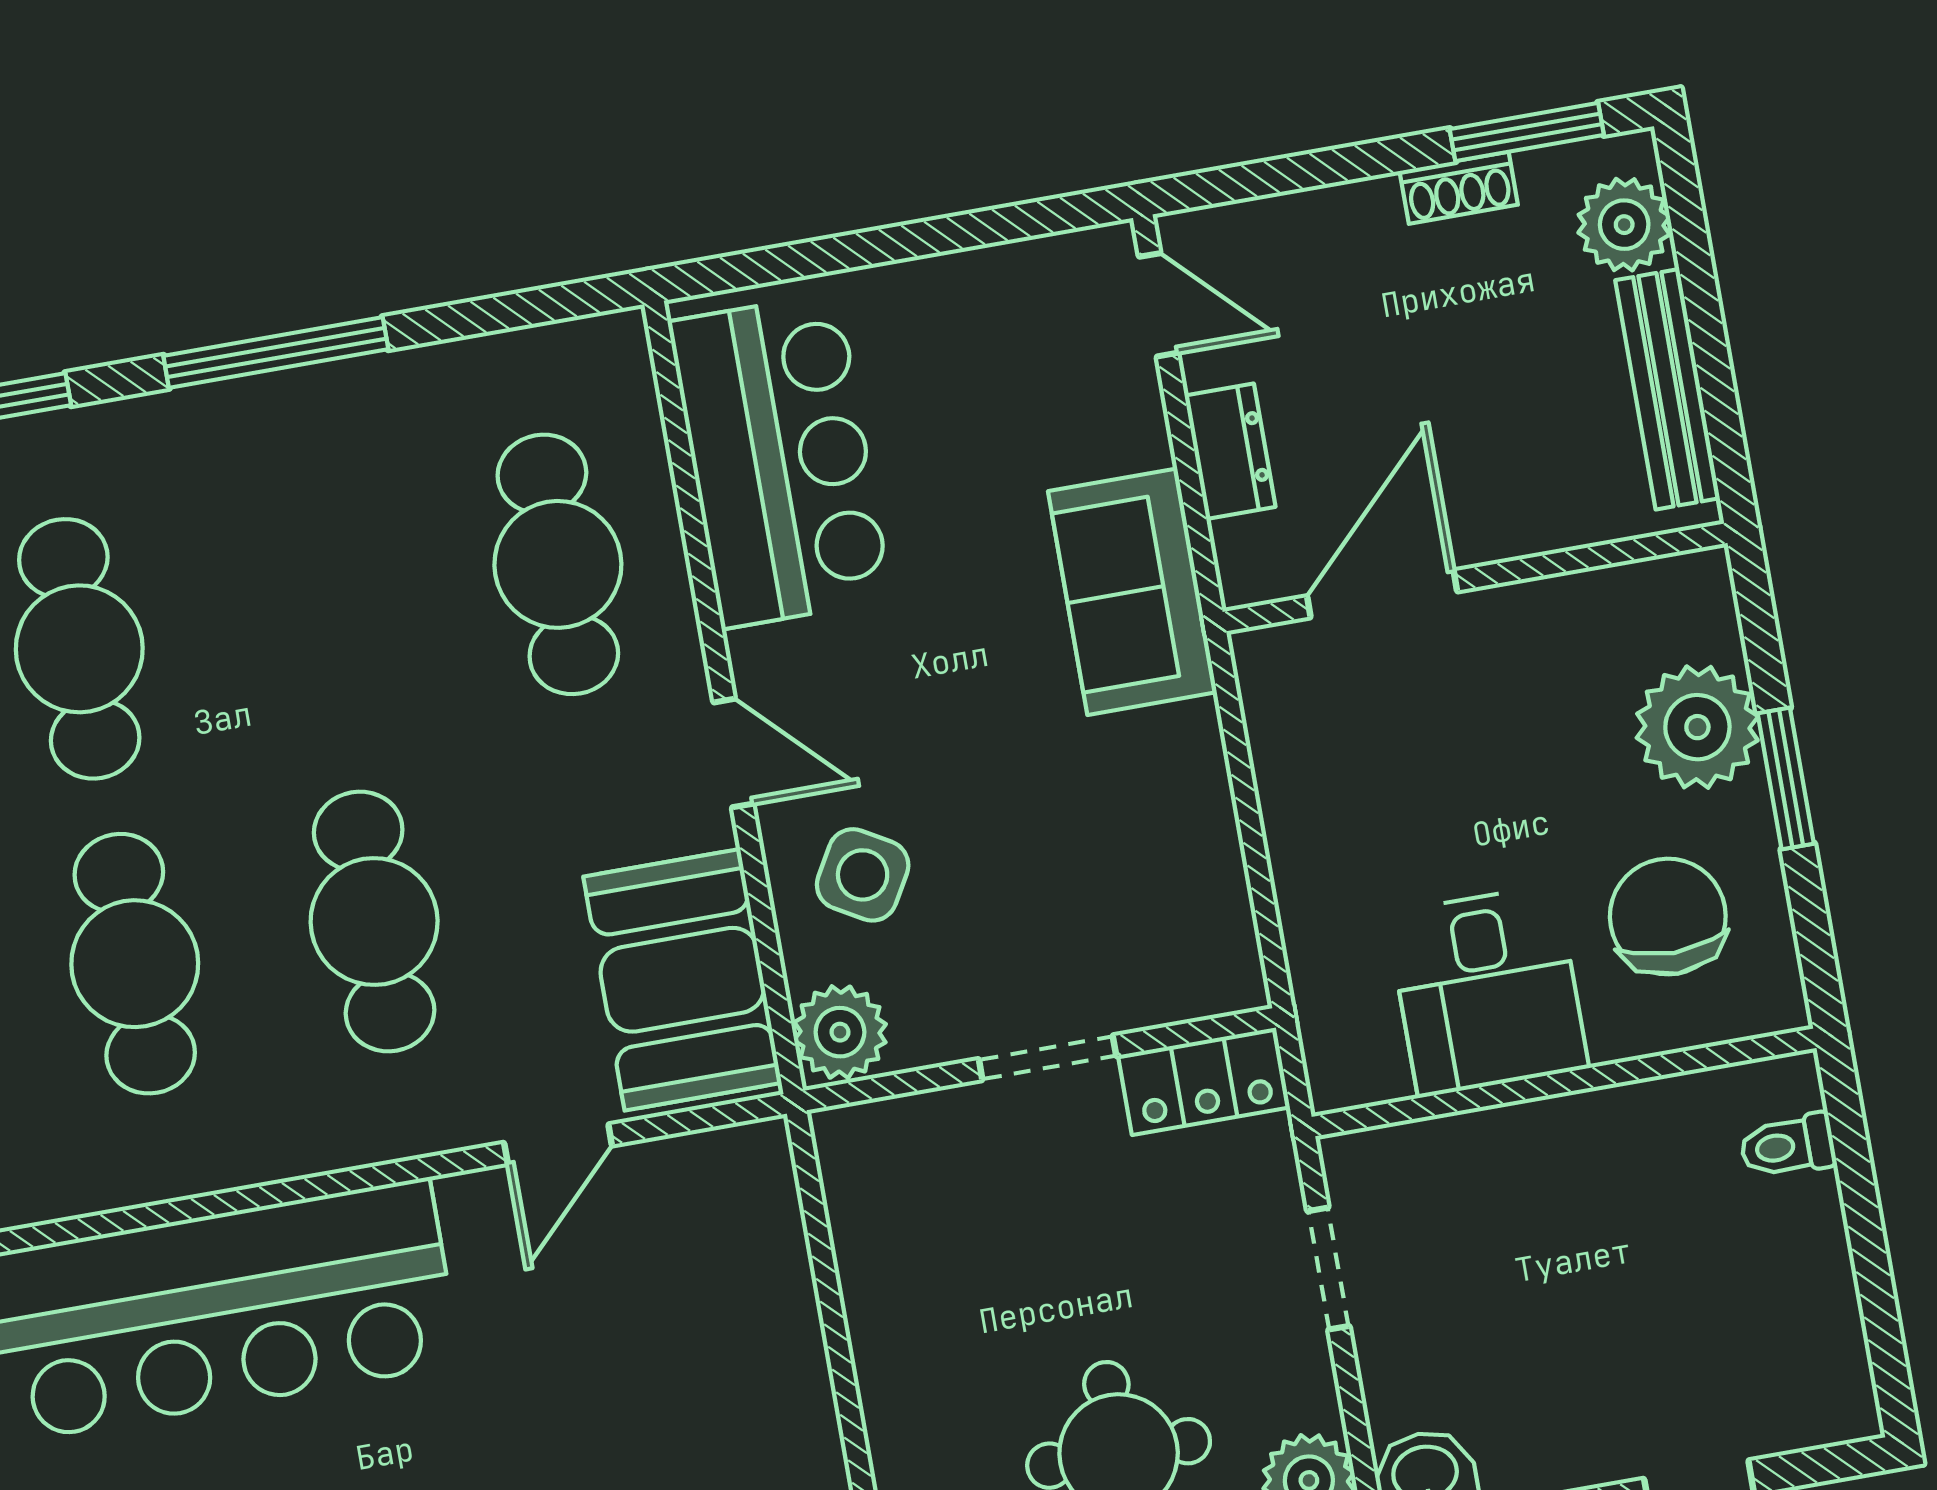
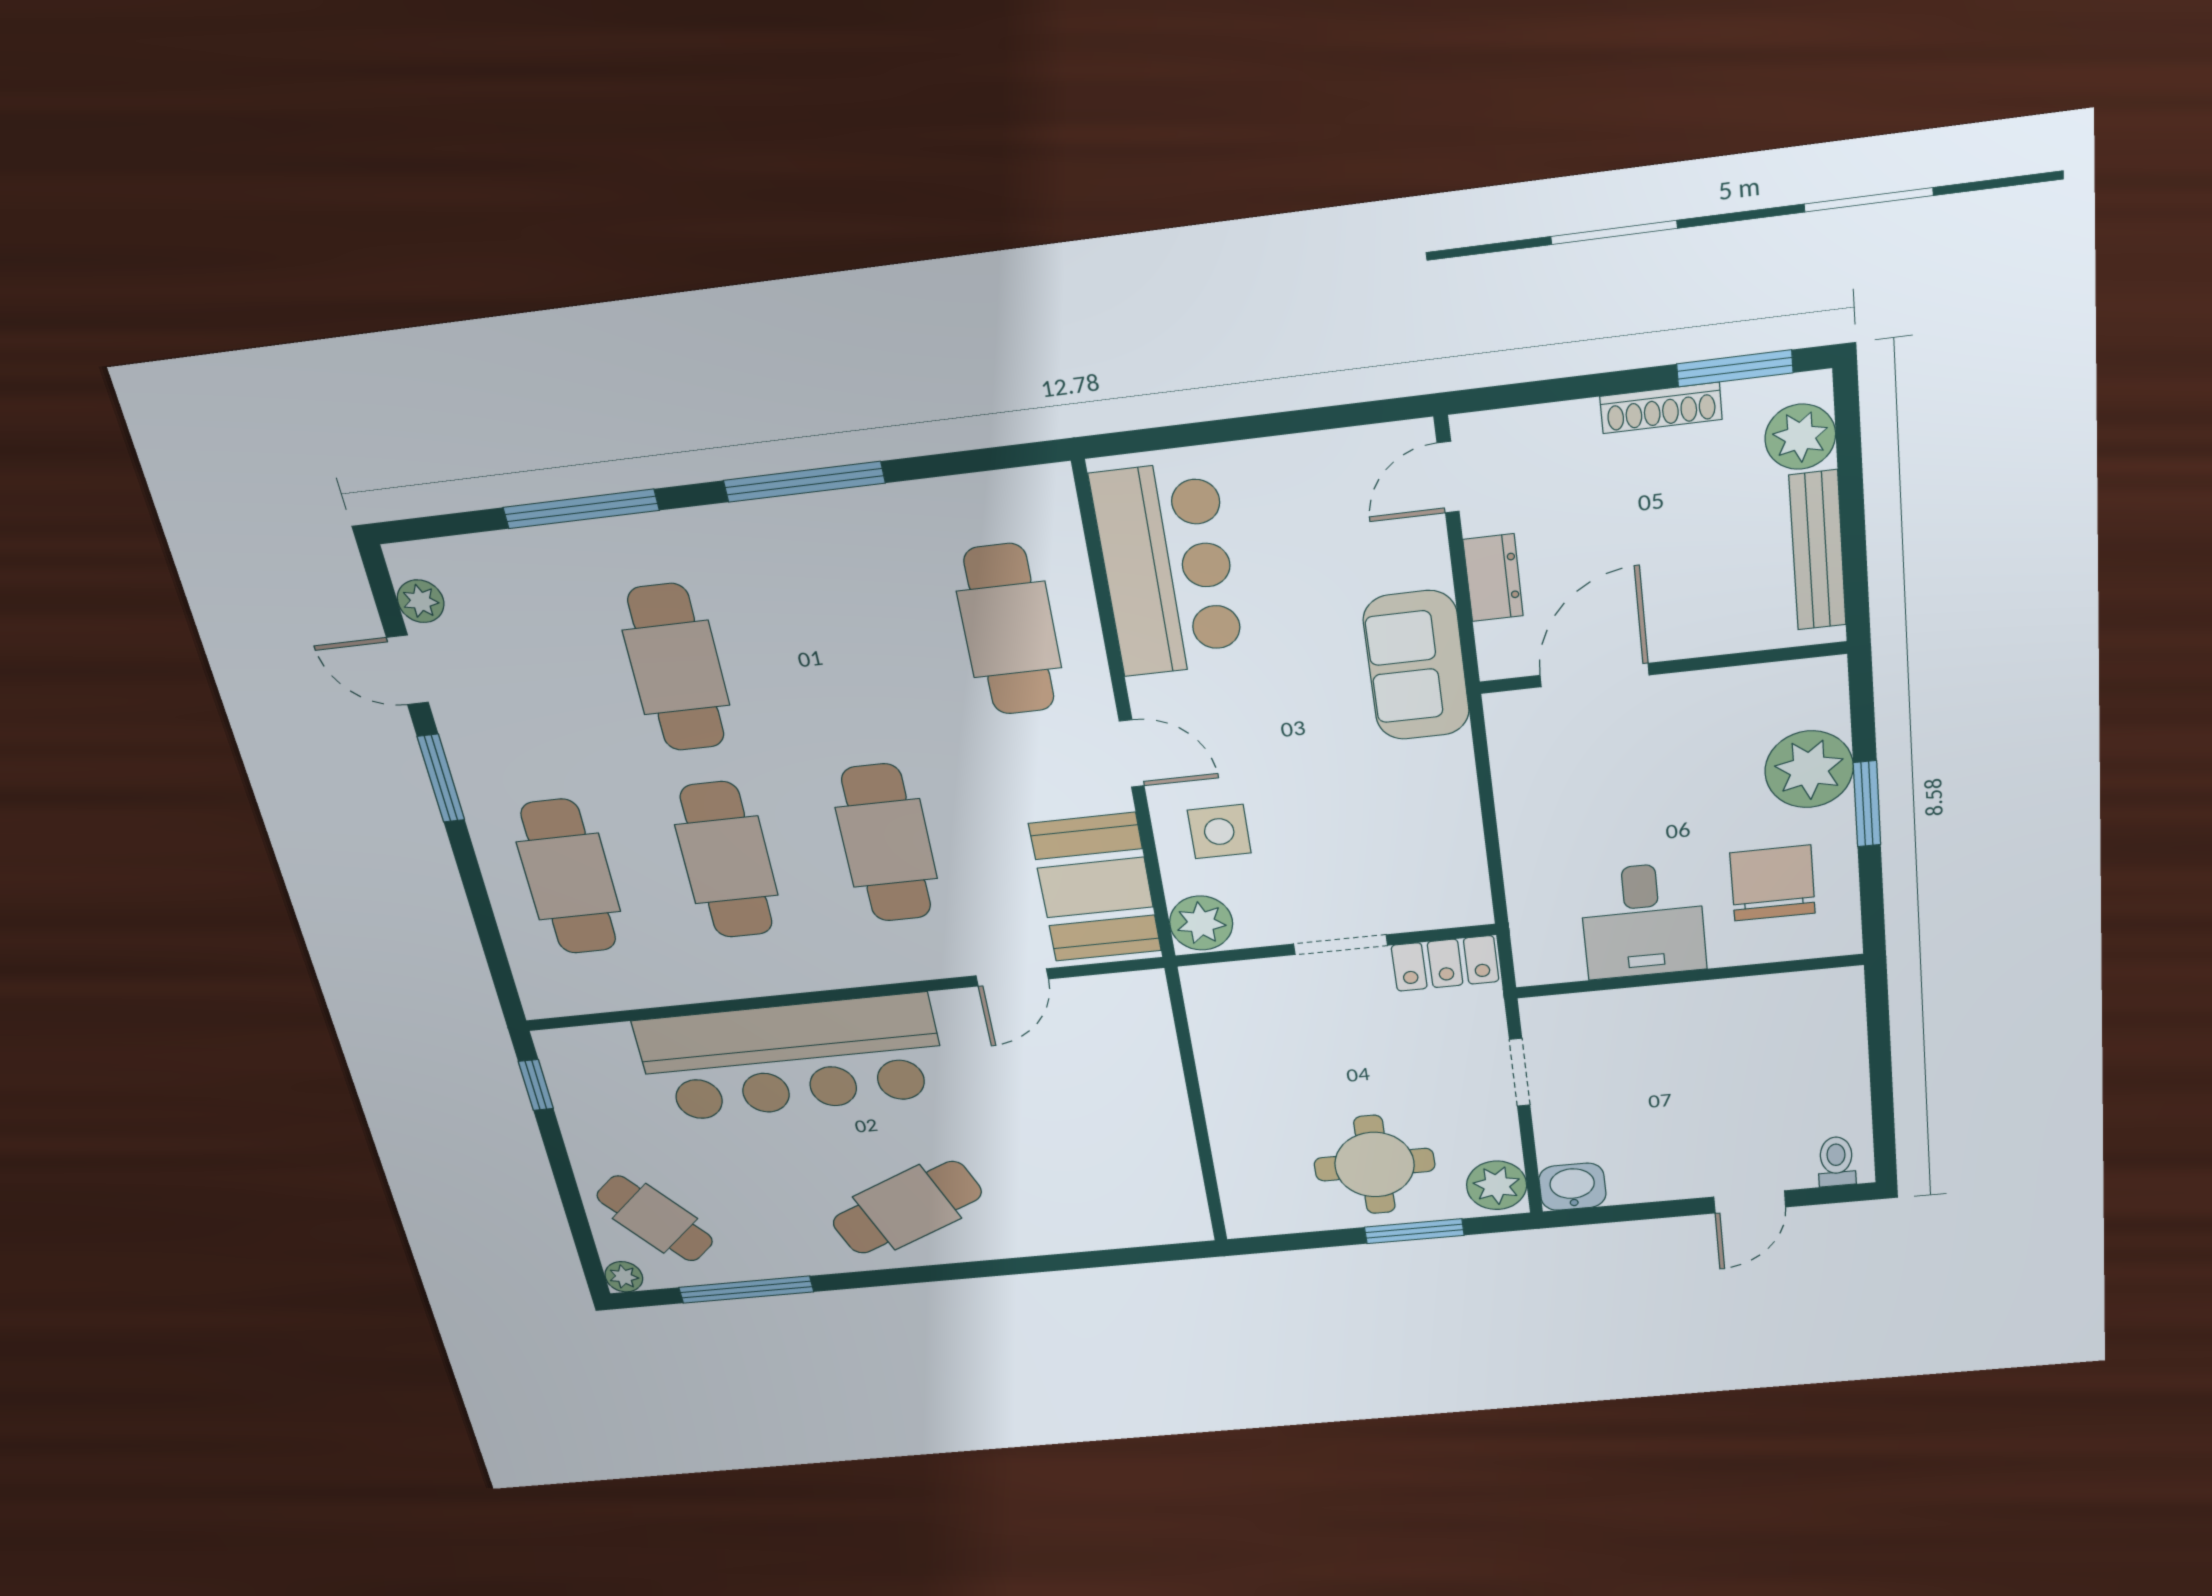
shoe rack: (1459, 188) -> (1661, 408), width x1.43
door: (1158, 305) -> (1448, 477), swing flipped
side table: (863, 875) -> (1219, 832), turned -30
toilet: (1788, 1146) -> (1836, 1162), moved, turned 90

